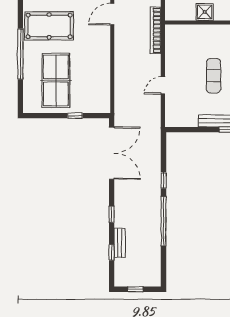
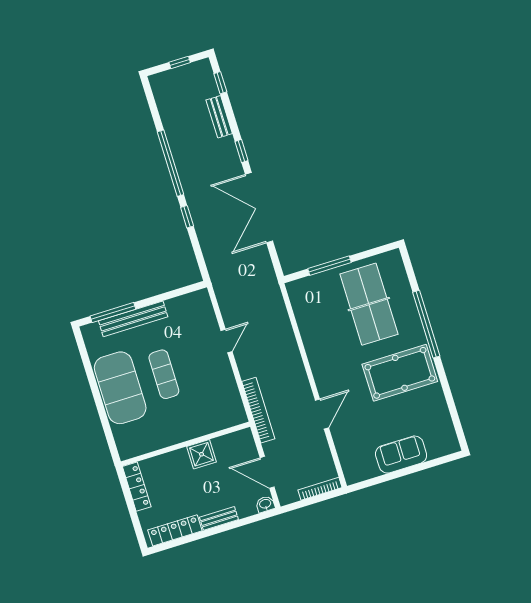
window: (75, 116) -> (330, 266), width x2.17
double door: (112, 153) -> (259, 208), moved
window: (112, 252) -> (220, 83), moved

